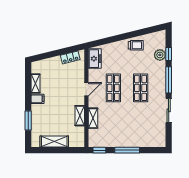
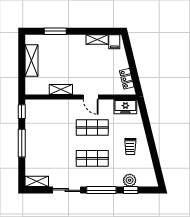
trolley: (136, 45) -> (130, 147), moved
filing cabinet: (38, 99) -> (114, 42), moved
shelving: (93, 118) -> (37, 181), moved

